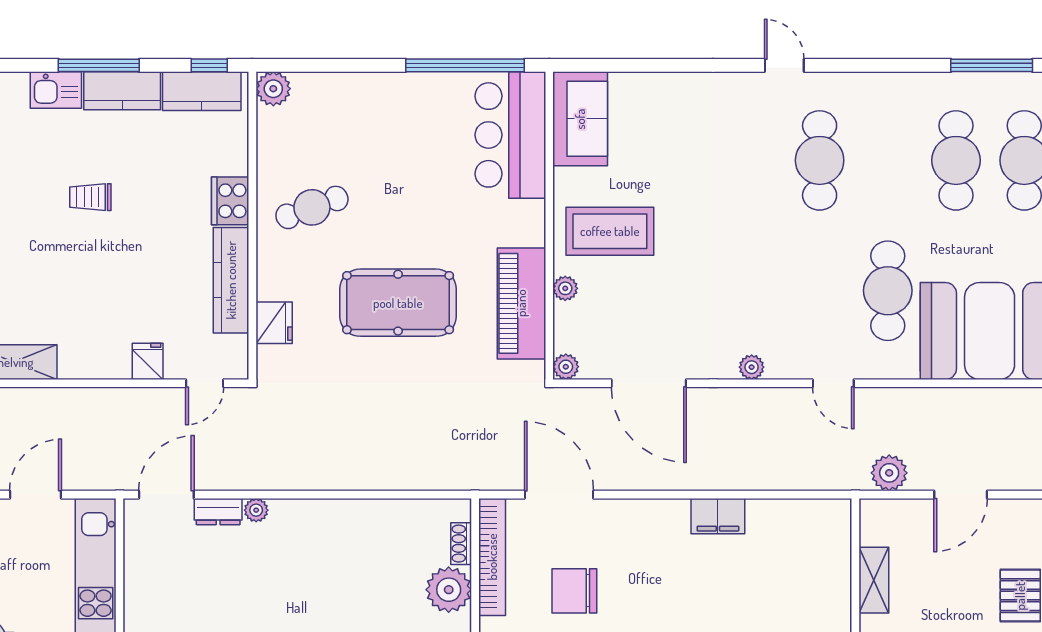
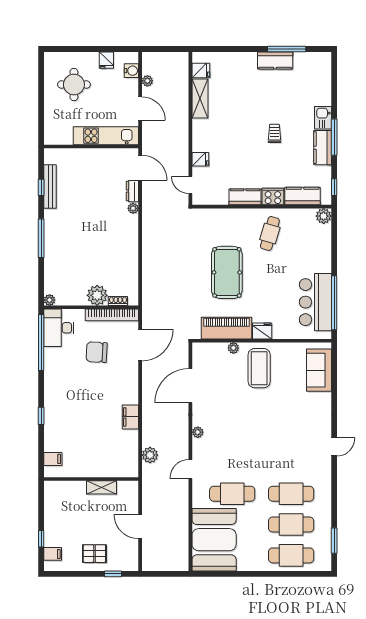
window: (992, 65) -> (334, 541), width x0.69
kitchen counter: (202, 91) -> (303, 196), moved, turned 90
sofa: (580, 119) -> (319, 370), moved, turned 90
bar counter: (510, 135) -> (315, 302), moved, turned -90
cafe table: (820, 160) -> (291, 494), moved
cafe table: (312, 207) -> (270, 233), turned 36
kitchen counter: (231, 280) -> (245, 197), width x0.67
fridge: (274, 323) -> (262, 331), moved, turned 180
plant: (566, 367) -> (198, 348), removed
plant: (889, 473) -> (150, 455), moved
chair: (574, 591) -> (97, 352), turned -87

